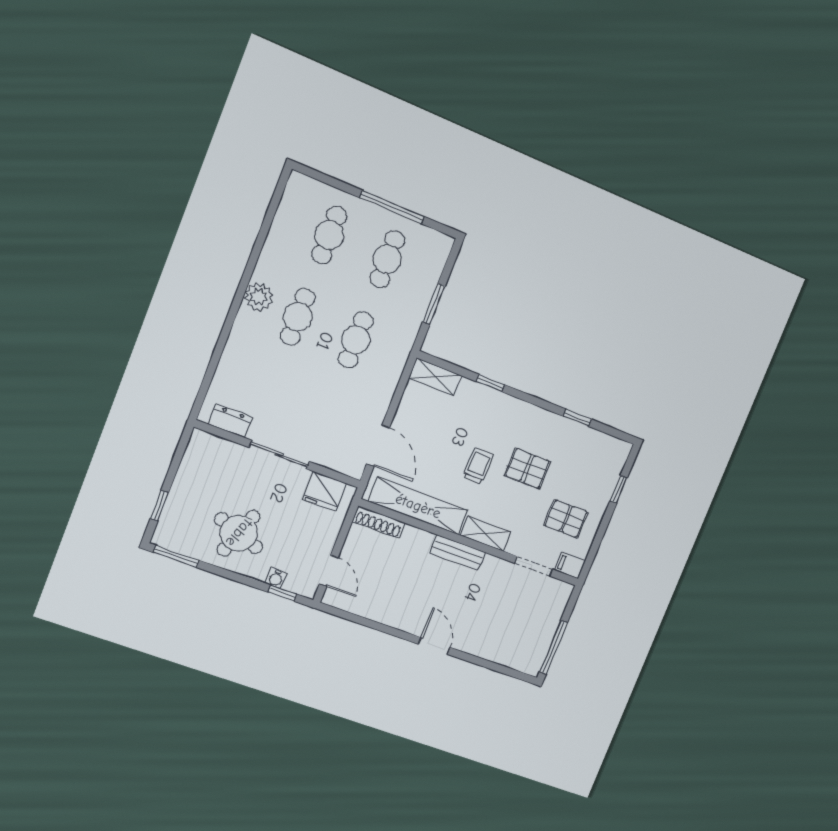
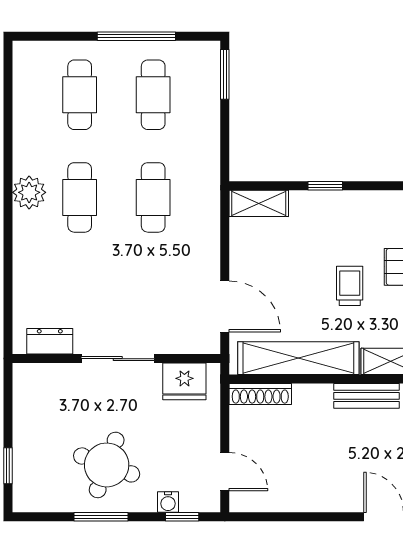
window: (434, 304) -> (225, 74), moved
window: (176, 556) -> (101, 517), moved

